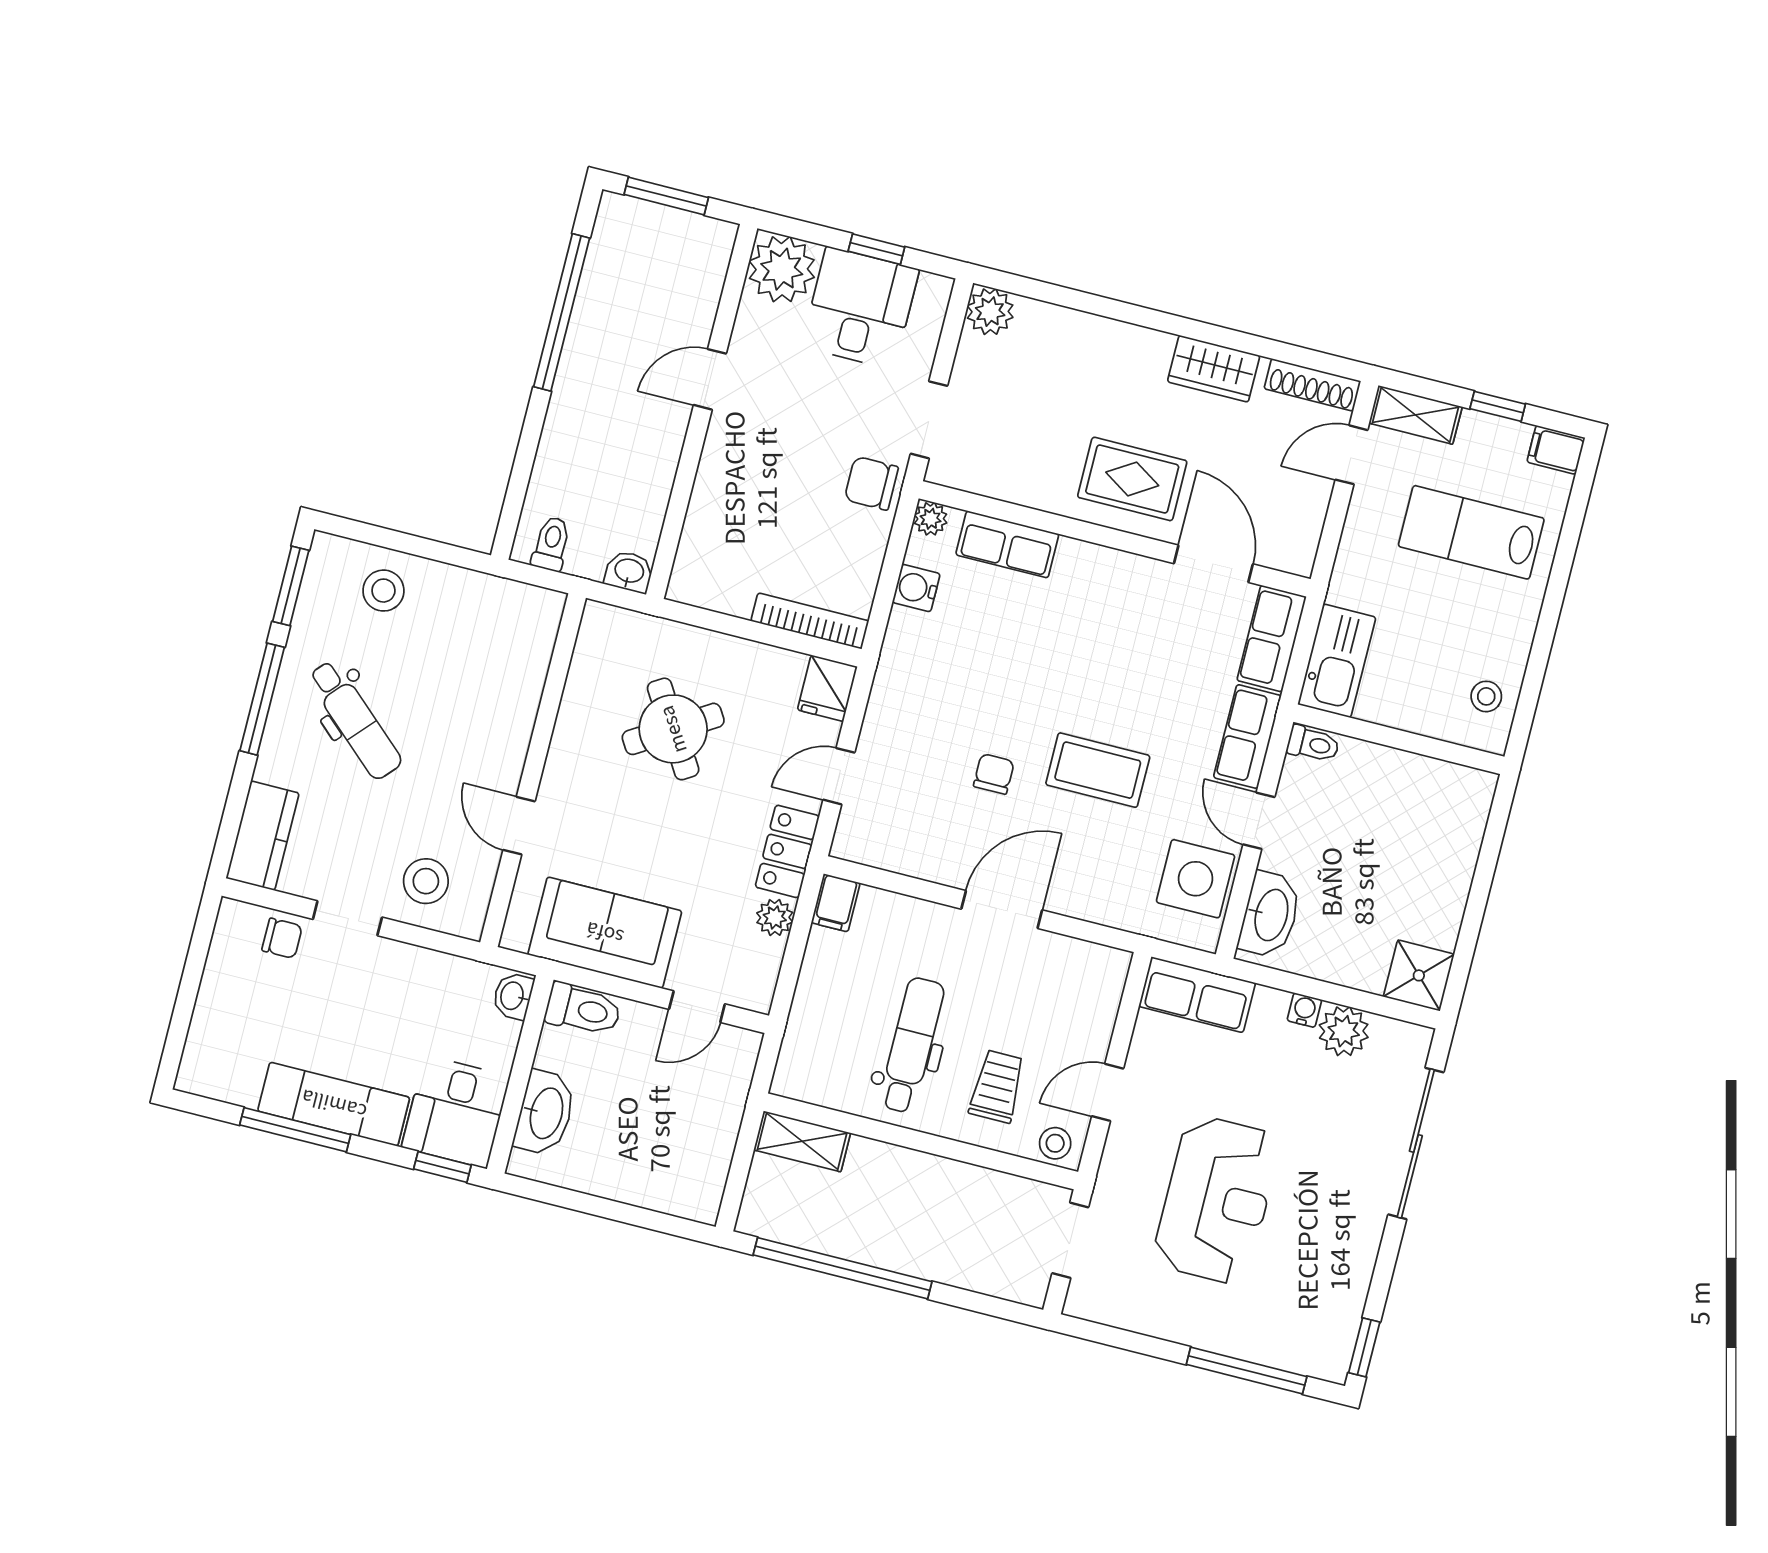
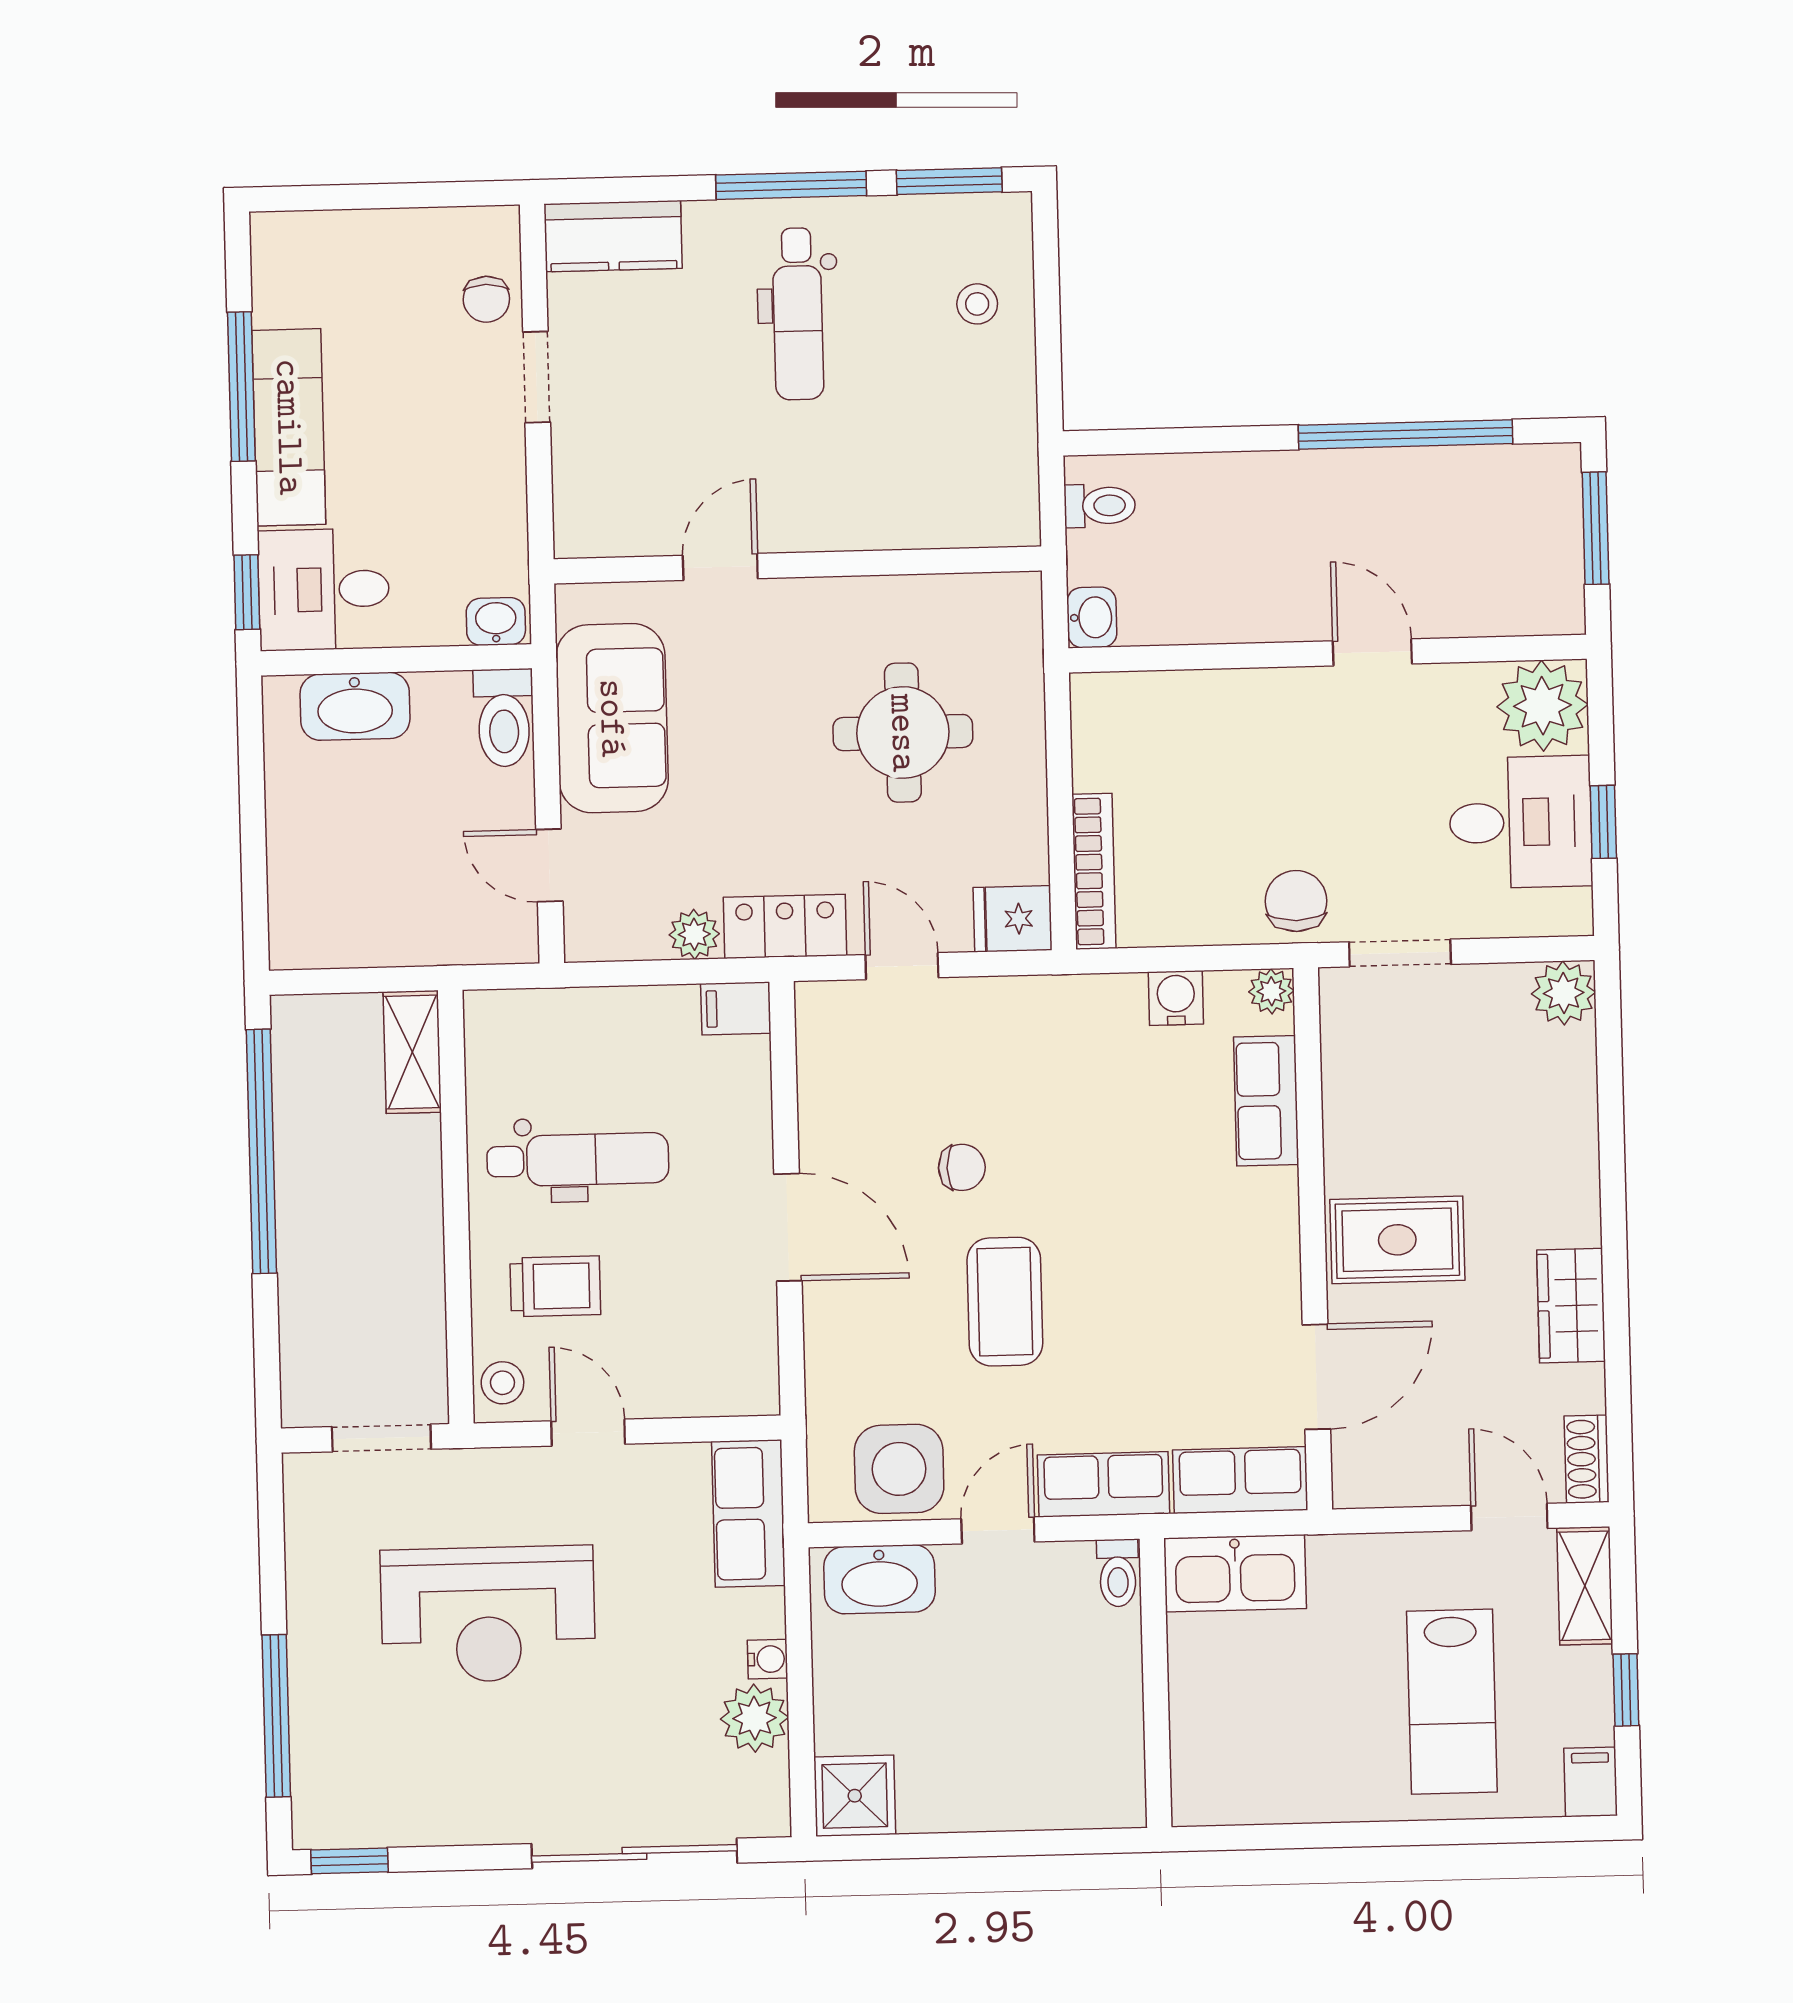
shoe rack: (1312, 385) -> (1587, 1459), width x0.70
rug: (1132, 479) -> (1397, 1240), turned 90
lab bench: (1471, 532) -> (1452, 1702), turned 180
stool: (383, 591) -> (977, 304), width x0.73, depth x0.73
stool: (1486, 696) -> (1243, 1781), removed
dental chair: (355, 720) -> (798, 314), turned -42
round table: (673, 729) -> (903, 733), turned 32
stool: (426, 881) -> (614, 466), removed

